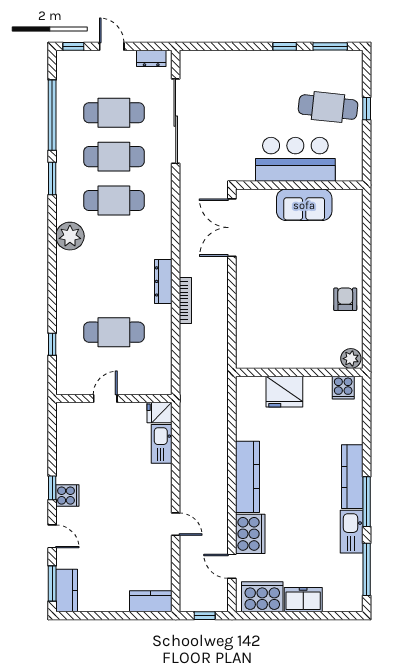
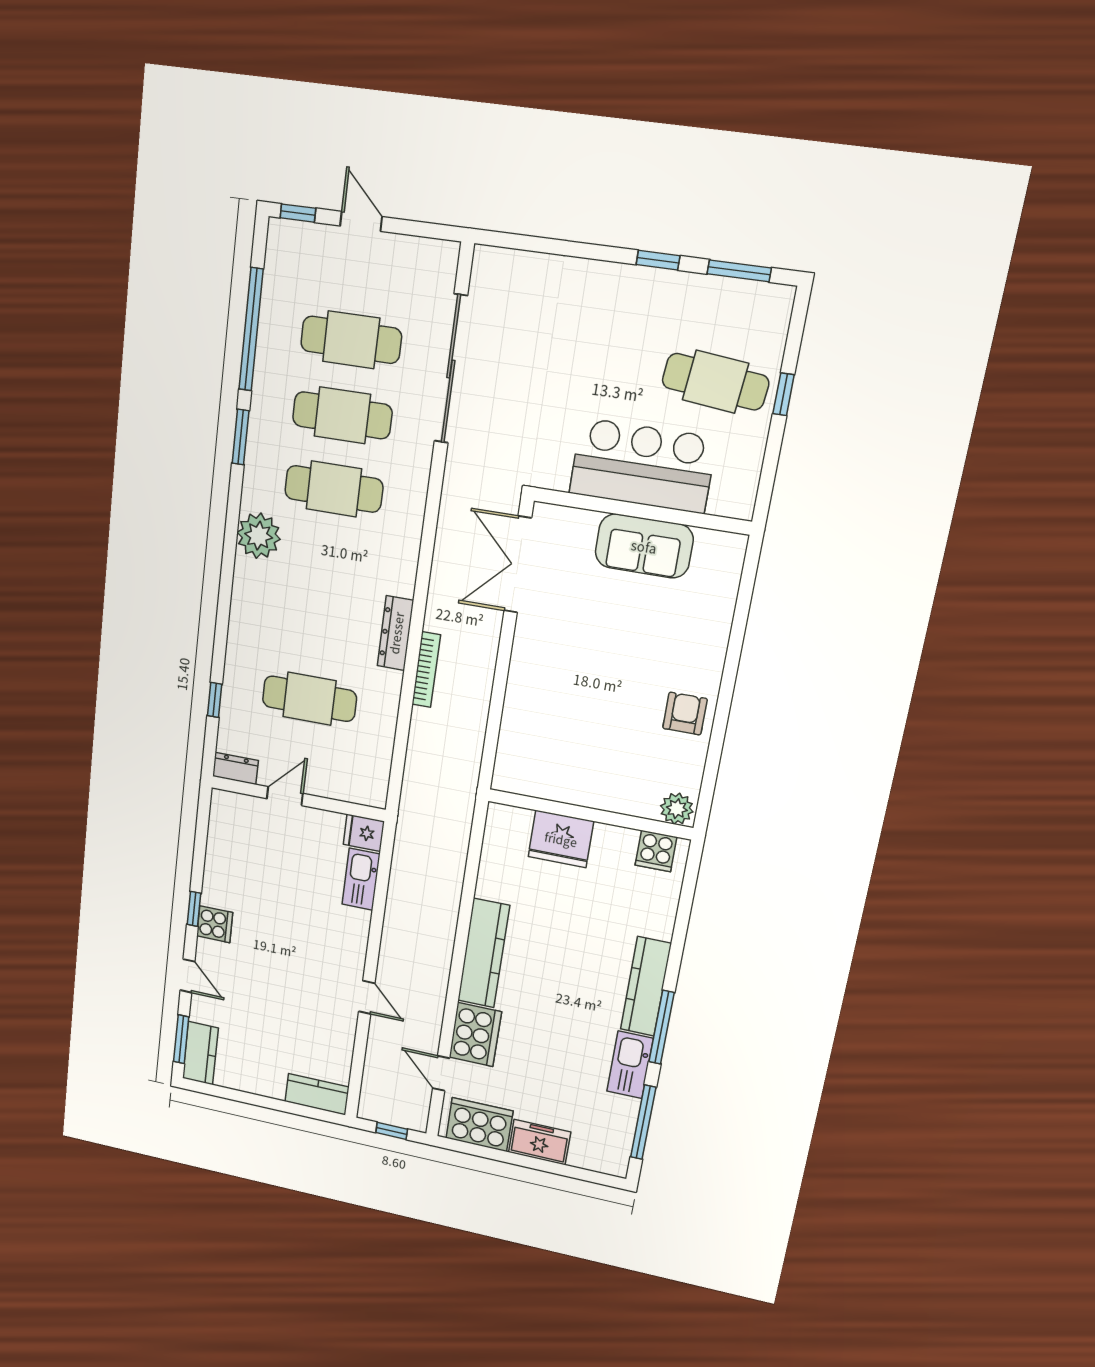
dresser: (151, 58) -> (235, 768), moved, turned 180

